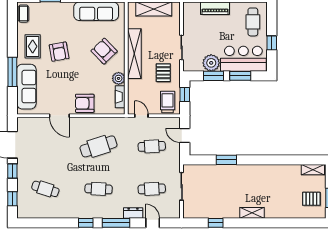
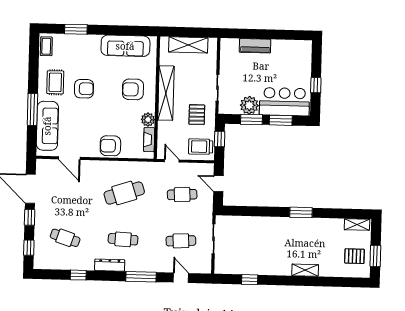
cafe table: (253, 22) -> (296, 62), removed
armchair: (104, 51) -> (133, 89), turned -46
armchair: (59, 52) -> (84, 89), turned -80
trolley: (168, 102) -> (201, 147), turned -90
door: (59, 116) -> (69, 158), moved
window: (226, 160) -> (301, 212), moved
dresser: (133, 213) -> (110, 265), moved, width x1.44
shelving: (252, 213) -> (305, 270), moved
window: (86, 223) -> (78, 275), moved

